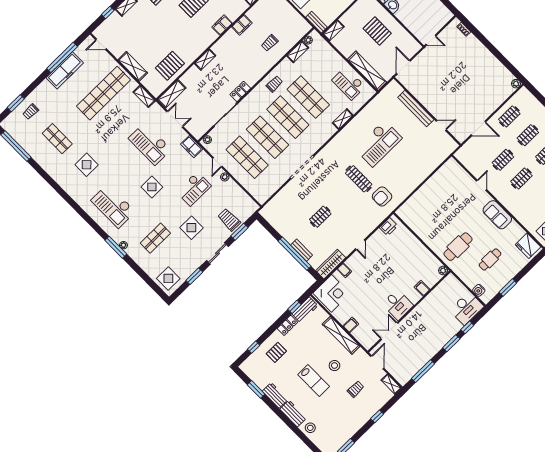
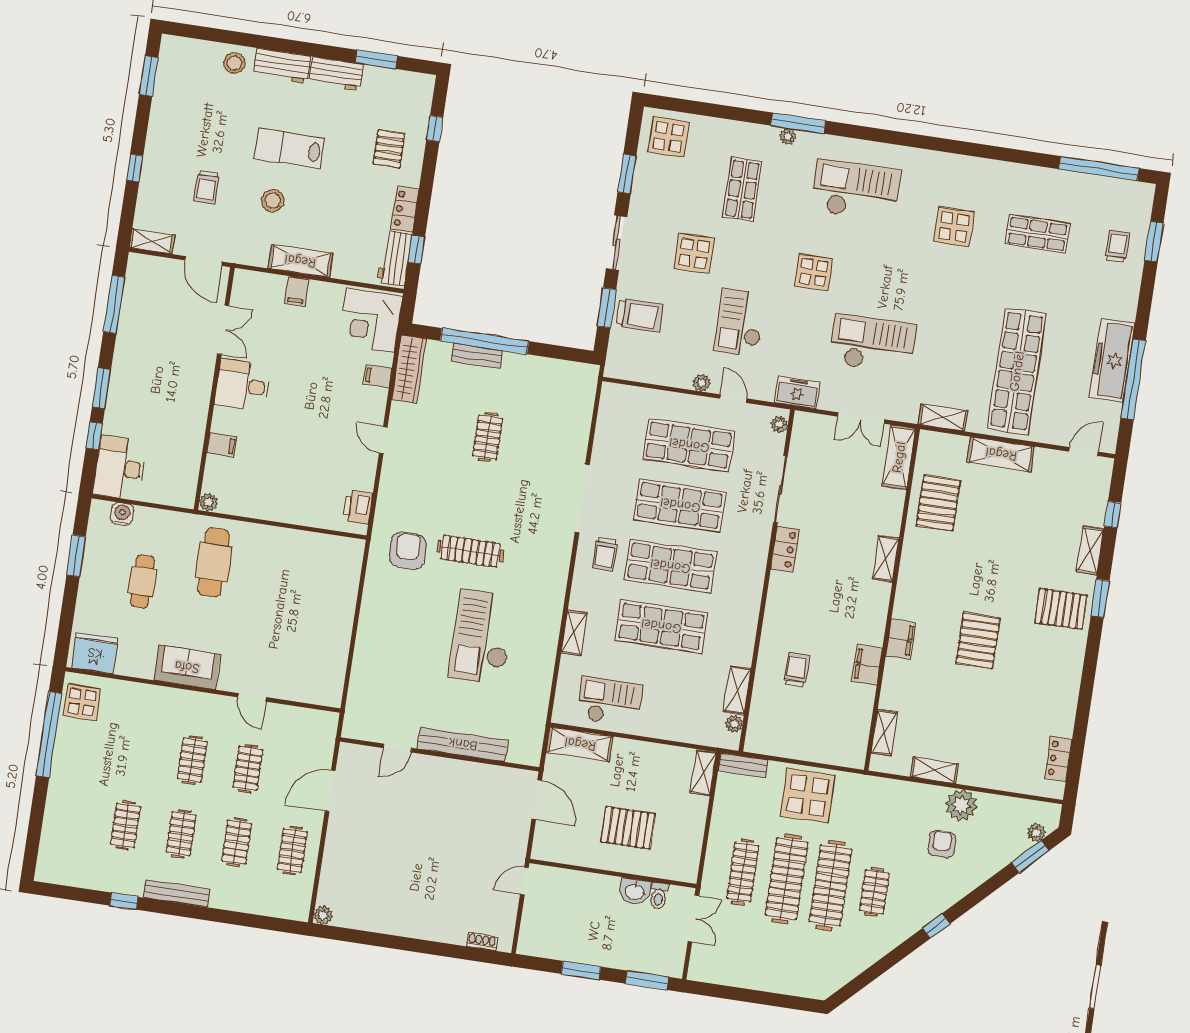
shelving: (367, 71) -> (580, 744), width x0.68
trolley: (274, 84) -> (605, 554), moved
shelving: (341, 335) -> (300, 261), width x0.68

